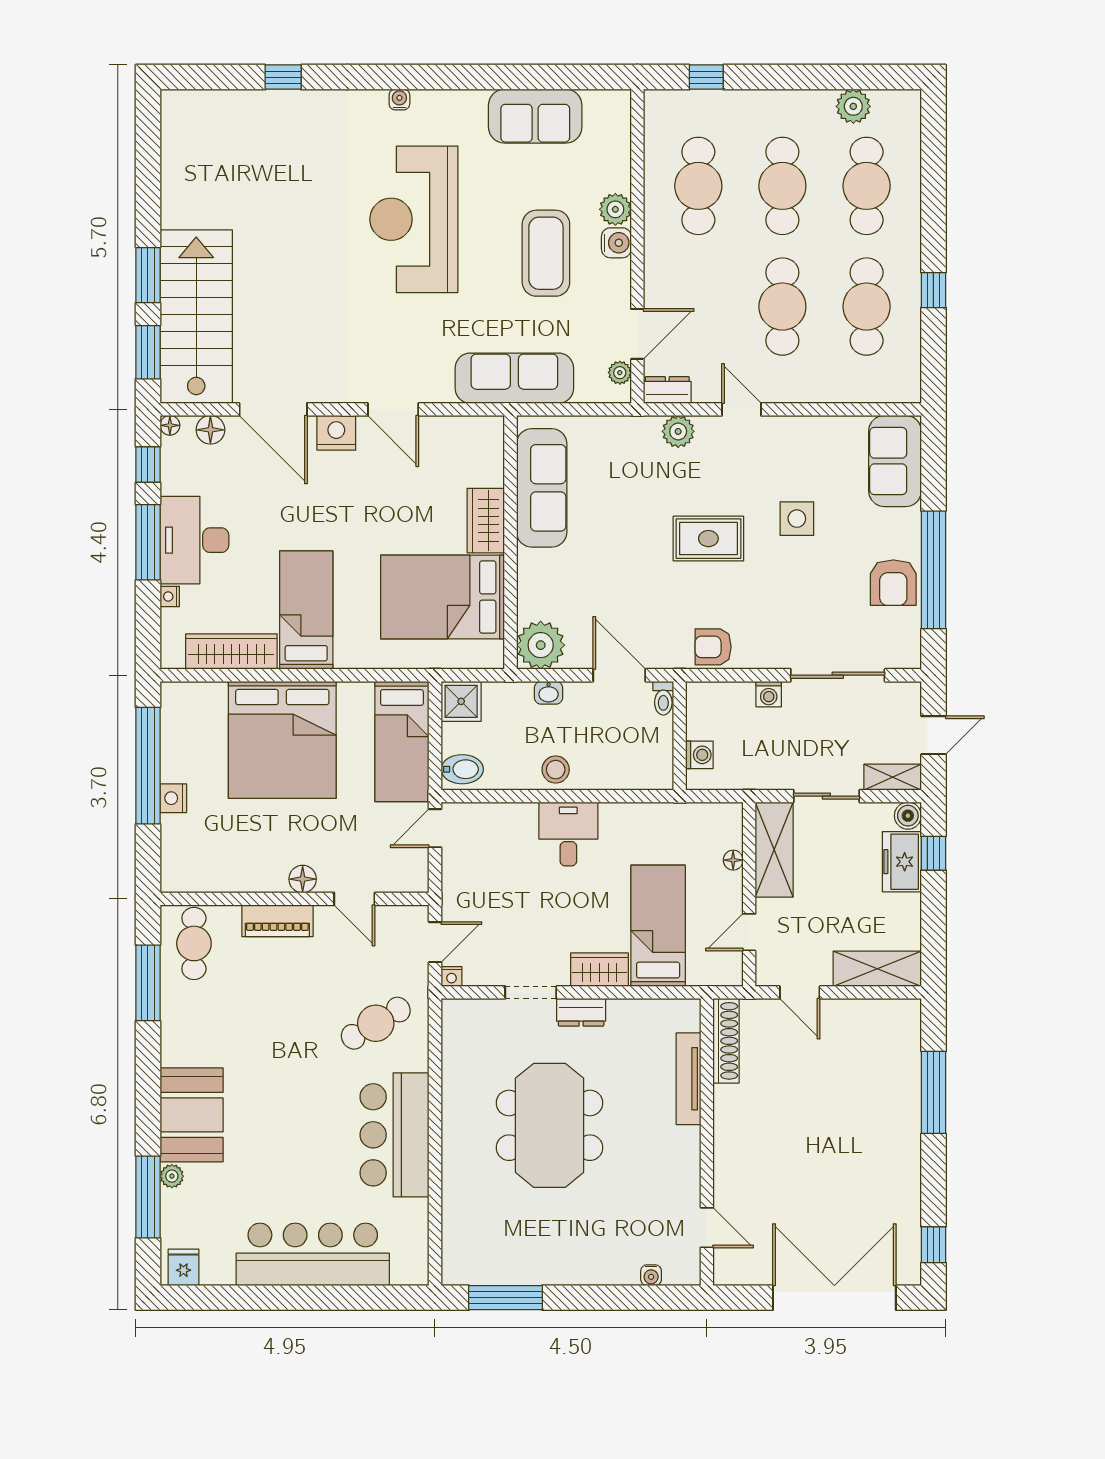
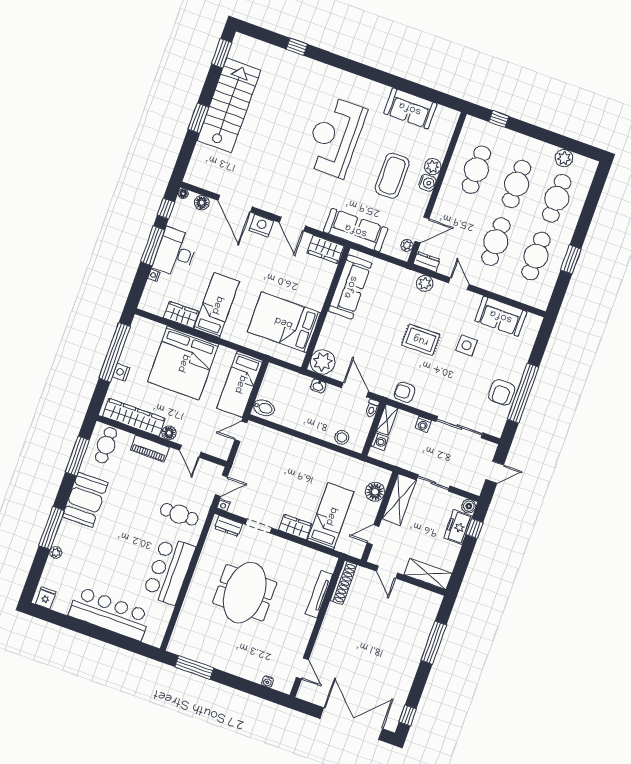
water cooler: (399, 99) -> (348, 77), removed
window: (933, 290) -> (571, 260), width x1.50
stairs: (196, 317) -> (229, 105), moved
window: (148, 352) -> (222, 53), moved
sofa: (895, 461) -> (501, 316), moved, turned -90
wardrobe: (486, 521) -> (325, 249), moved, turned -90
wardrobe: (231, 652) -> (181, 315), width x0.67
shower: (461, 701) -> (275, 375), removed
stool: (556, 770) -> (342, 437), moved
shelving: (893, 777) -> (387, 420), moved, turned 90
desk: (568, 834) -> (304, 457), removed
floor lamp: (733, 860) -> (375, 492), width x1.89, depth x1.89
wardrobe: (227, 874) -> (134, 417), added
dresser: (581, 1012) -> (228, 526), moved
cafe table: (376, 1023) -> (179, 514), turned 31
booth: (192, 1115) -> (85, 500), moved
window: (148, 1197) -> (52, 528), moved

